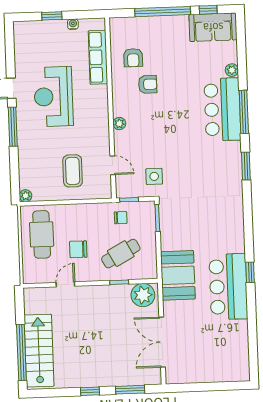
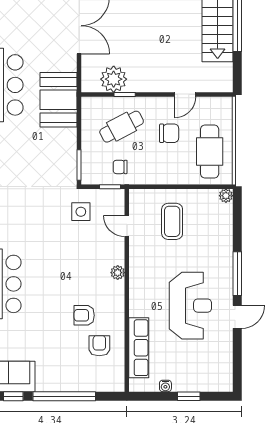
plant: (143, 295) -> (114, 79), moved

